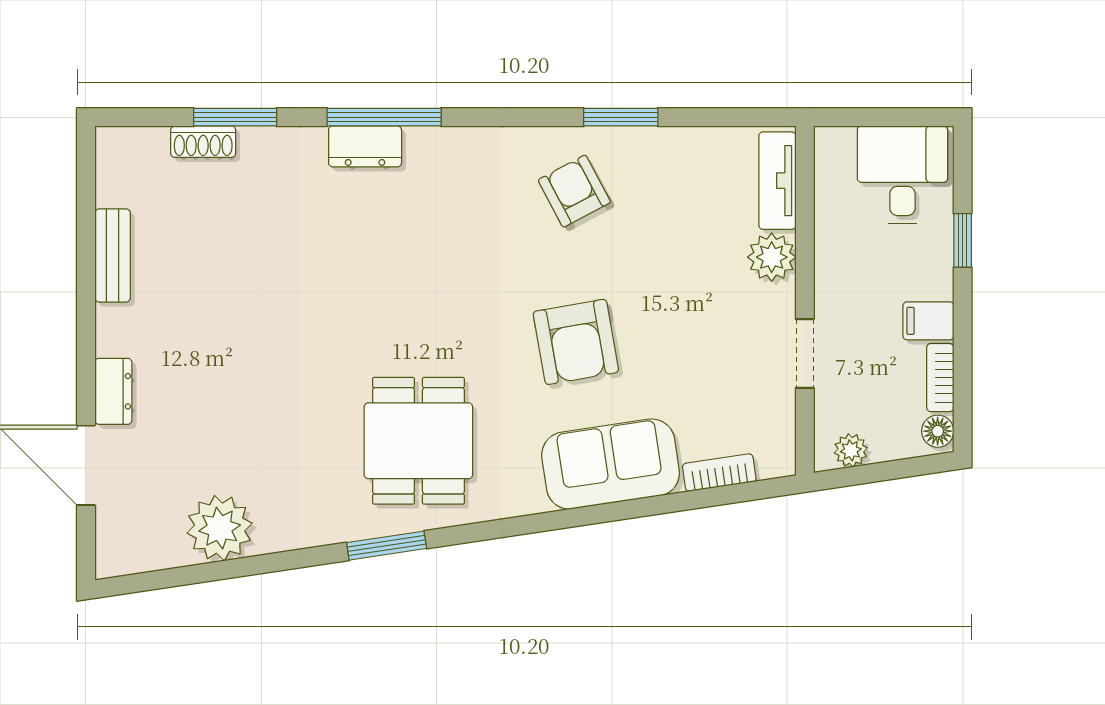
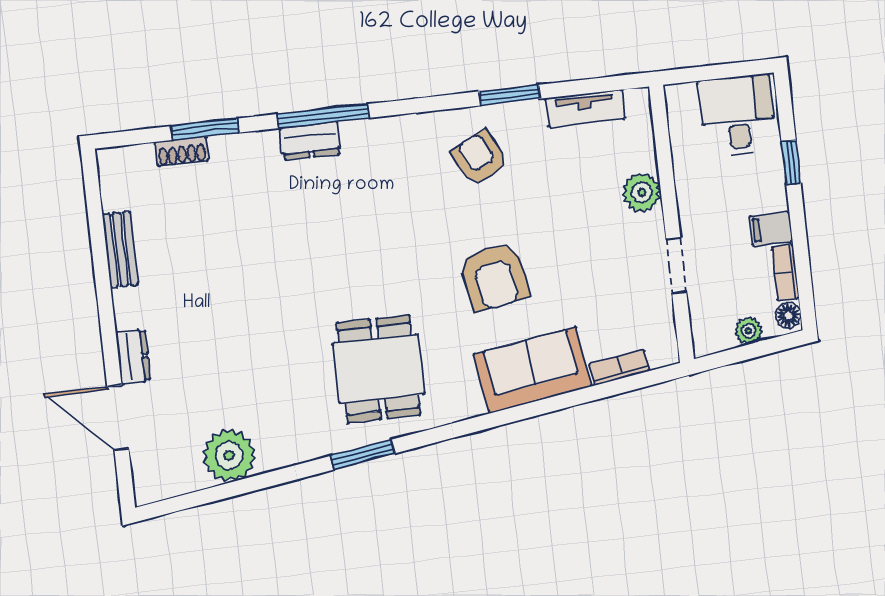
tv unit: (777, 181) -> (585, 109), moved, turned -90
plant: (851, 450) -> (748, 331), moved

